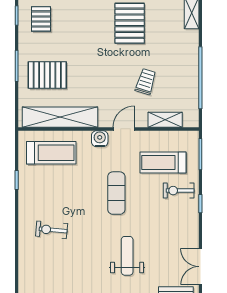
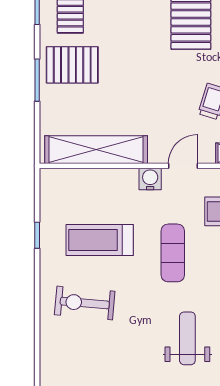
pallet: (47, 75) -> (72, 65), moved
treadmill: (51, 153) -> (100, 240), moved, turned 180
exercise bike: (52, 230) -> (85, 303), width x1.38, depth x1.39

